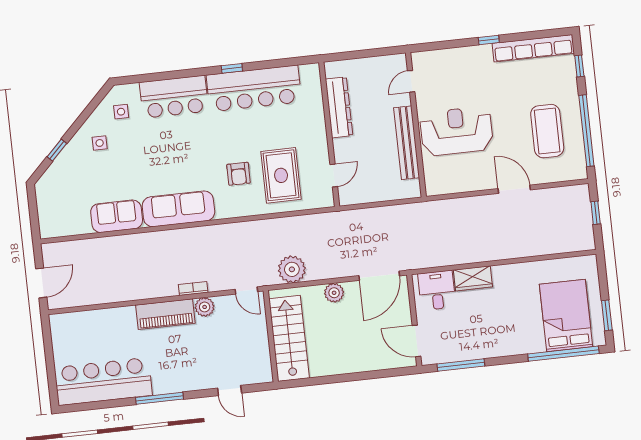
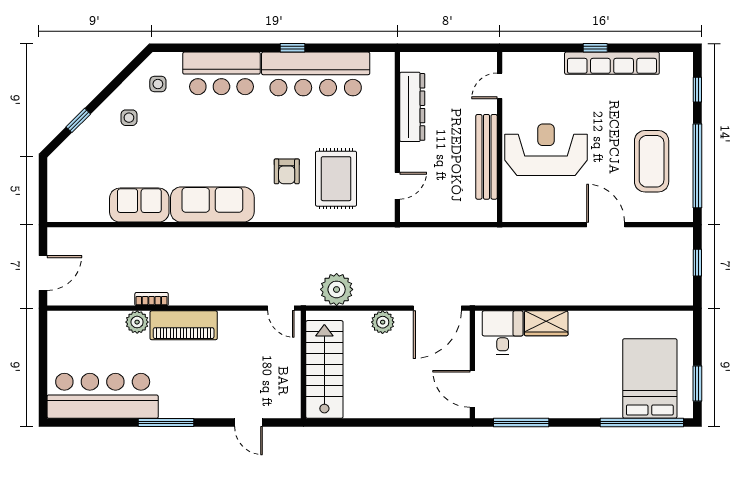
row of seats: (533, 48) -> (612, 63), moved
bookcase: (193, 288) -> (152, 299), moved
plant: (205, 307) -> (137, 322), moved

